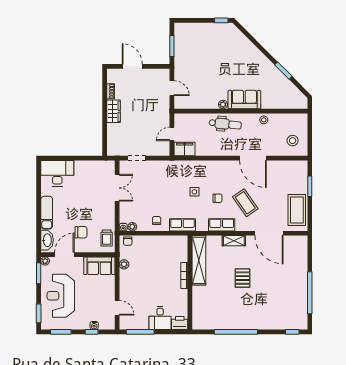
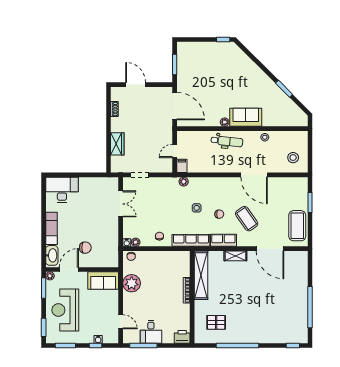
door: (172, 88) -> (175, 106), width x1.87
wardrobe: (114, 111) -> (117, 144), moved
filing cabinet: (185, 149) -> (182, 166), width x0.50
plant: (181, 165) -> (184, 182), added
row of seats: (182, 225) -> (191, 240), width x1.48
trolley: (107, 238) -> (110, 253), removed
plant: (124, 264) -> (132, 283), width x1.87, depth x1.87
pallet: (243, 278) -> (216, 322), moved, turned 90
desk: (160, 318) -> (151, 332), moved

